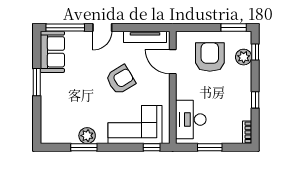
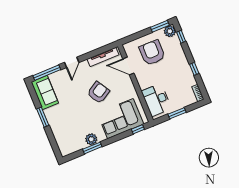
plant: (244, 57) -> (170, 31), moved

